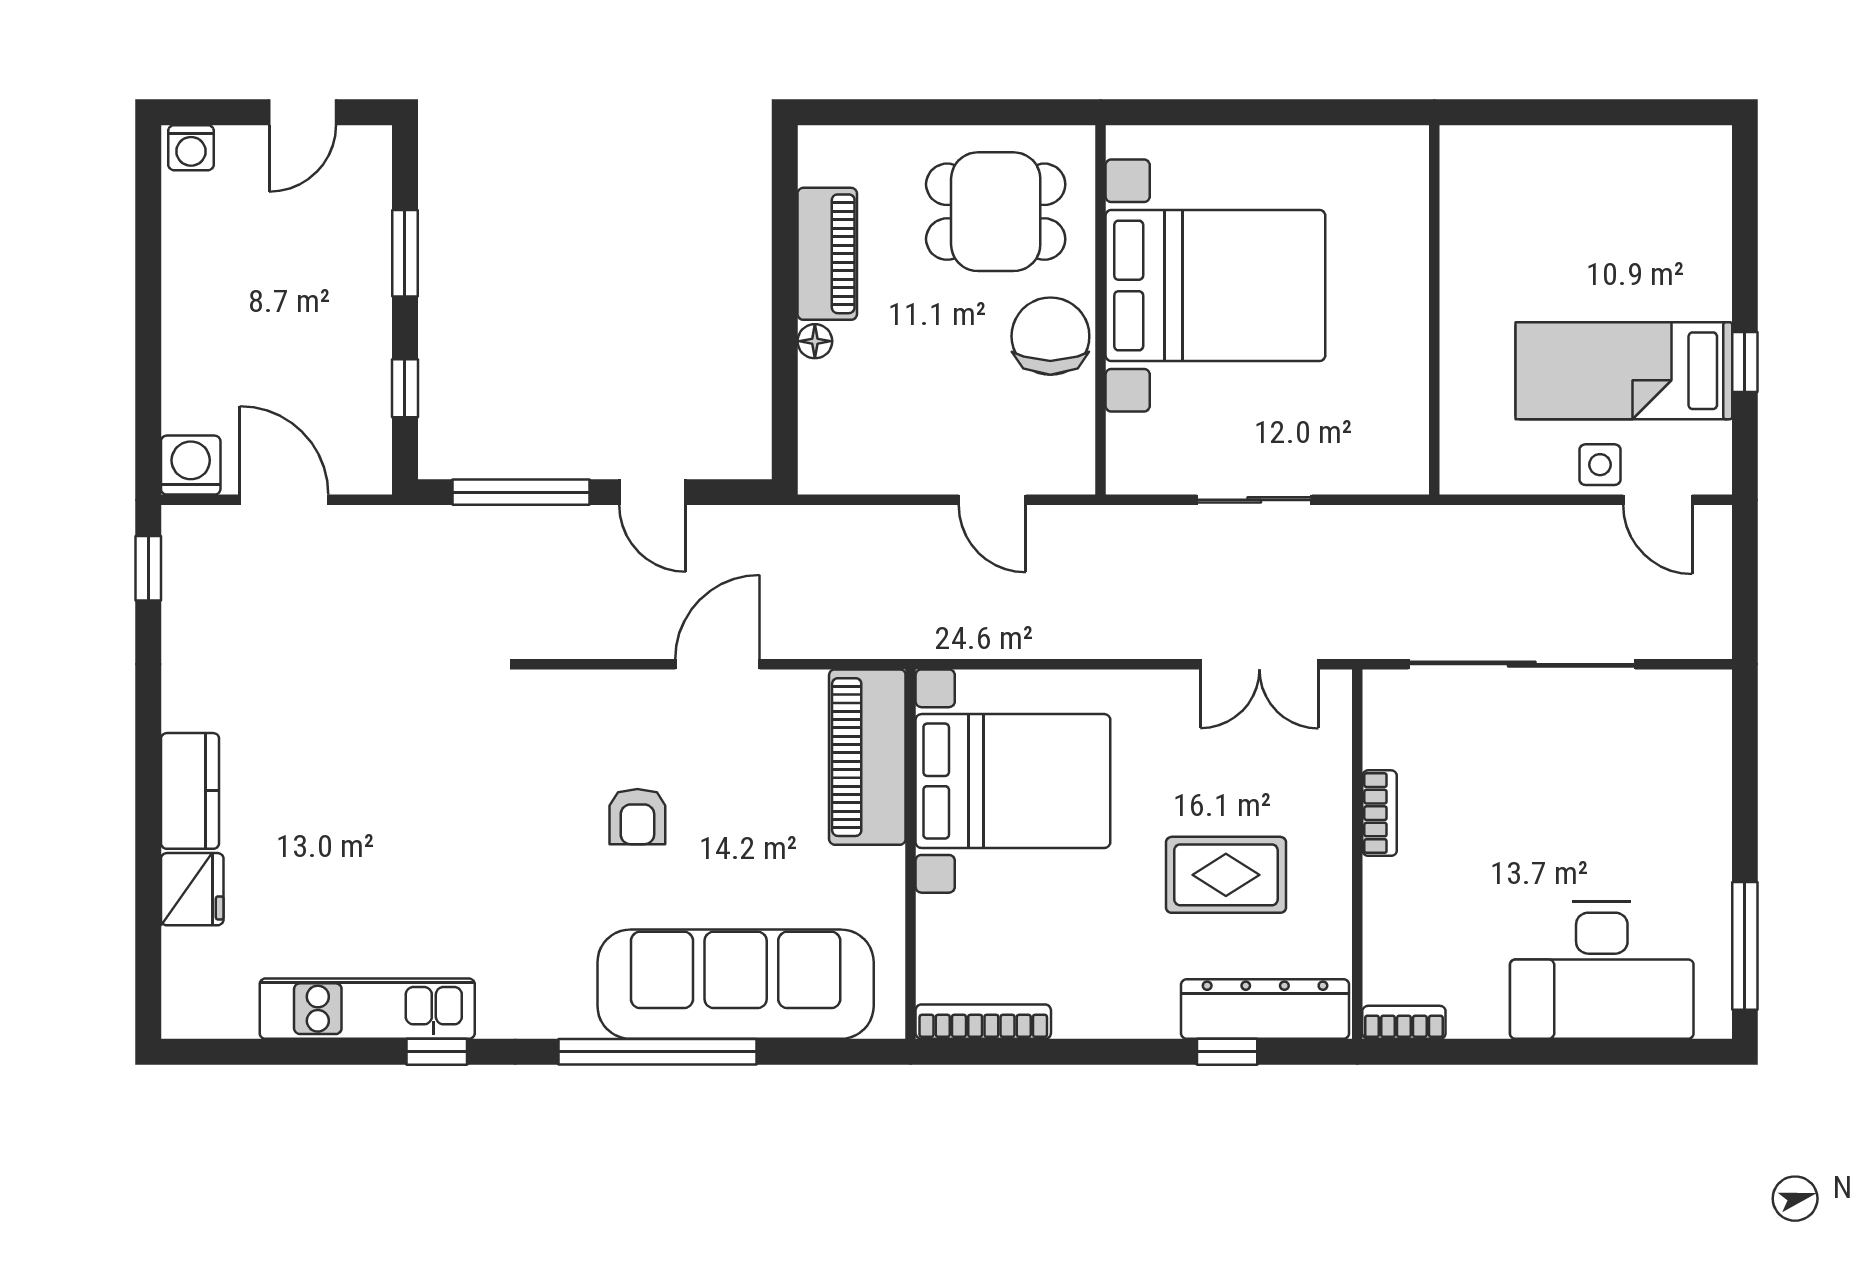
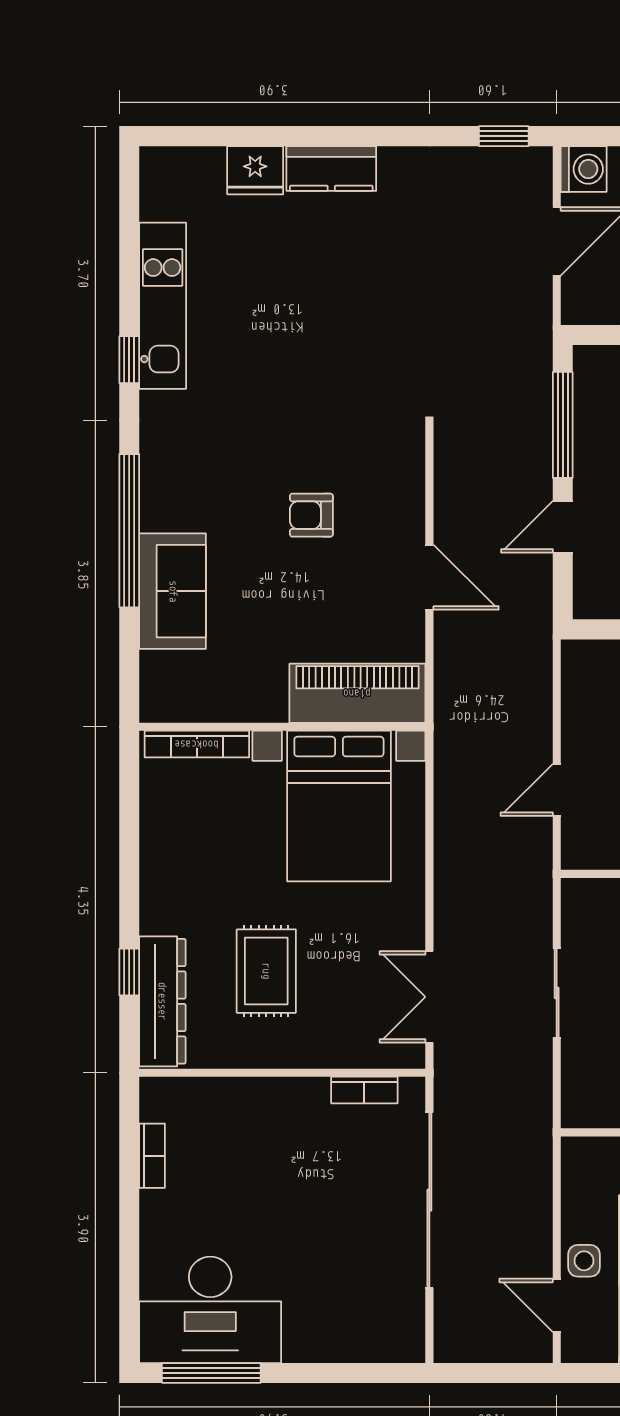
door: (1658, 500) -> (557, 1305), hinge flipped
bookcase: (1380, 813) -> (364, 1090), moved
desk: (1602, 970) -> (210, 1310), moved, turned -90
sofa: (736, 984) -> (173, 591), width x0.54, depth x0.79
bookcase: (983, 1022) -> (197, 744), moved, turned 90
bookcase: (1404, 1022) -> (152, 1156), moved

